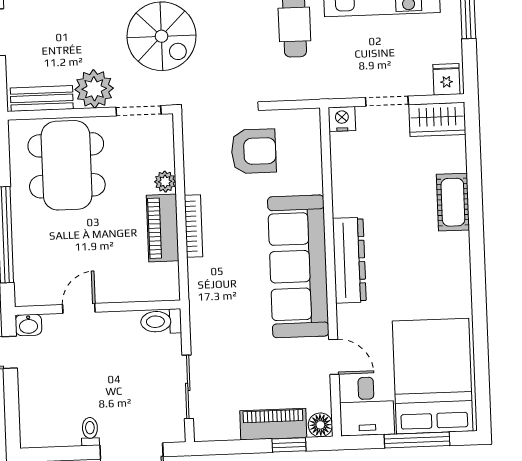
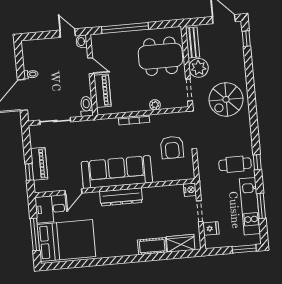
fridge: (446, 79) -> (211, 228), moved
wardrobe: (437, 119) -> (181, 243), moved, turned 90
piano: (163, 228) -> (102, 91), moved, turned 90
floor lamp: (320, 425) -> (40, 187), removed

